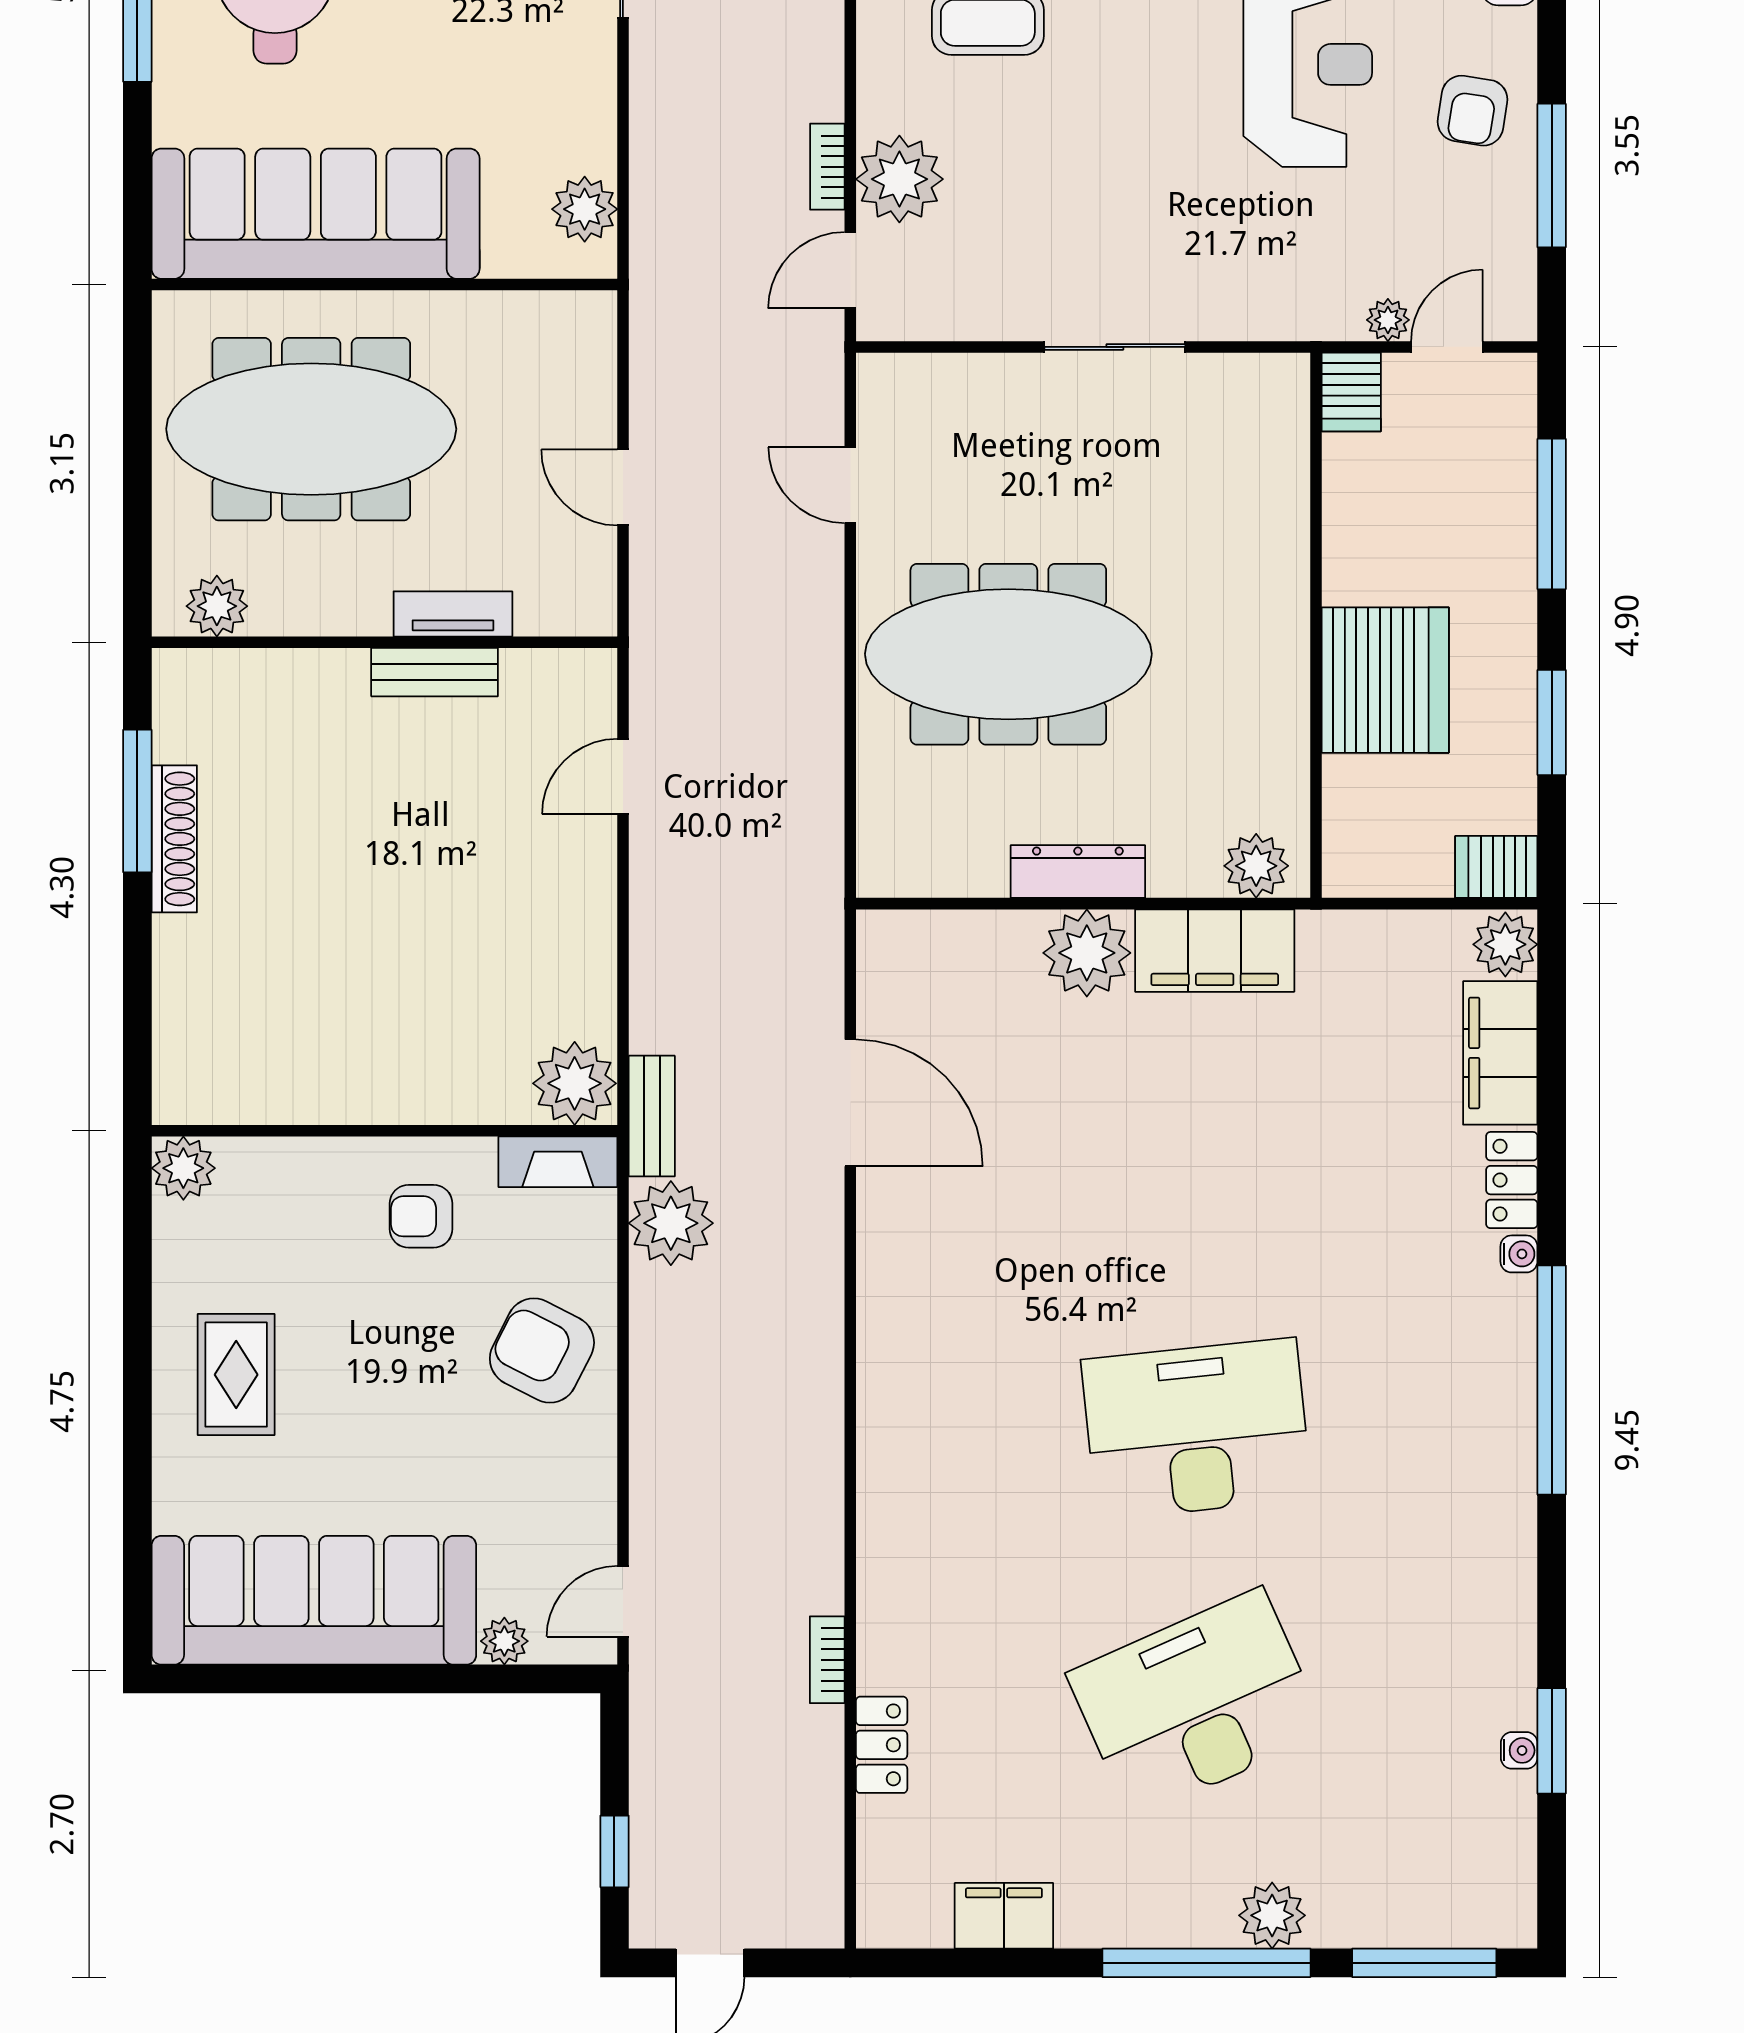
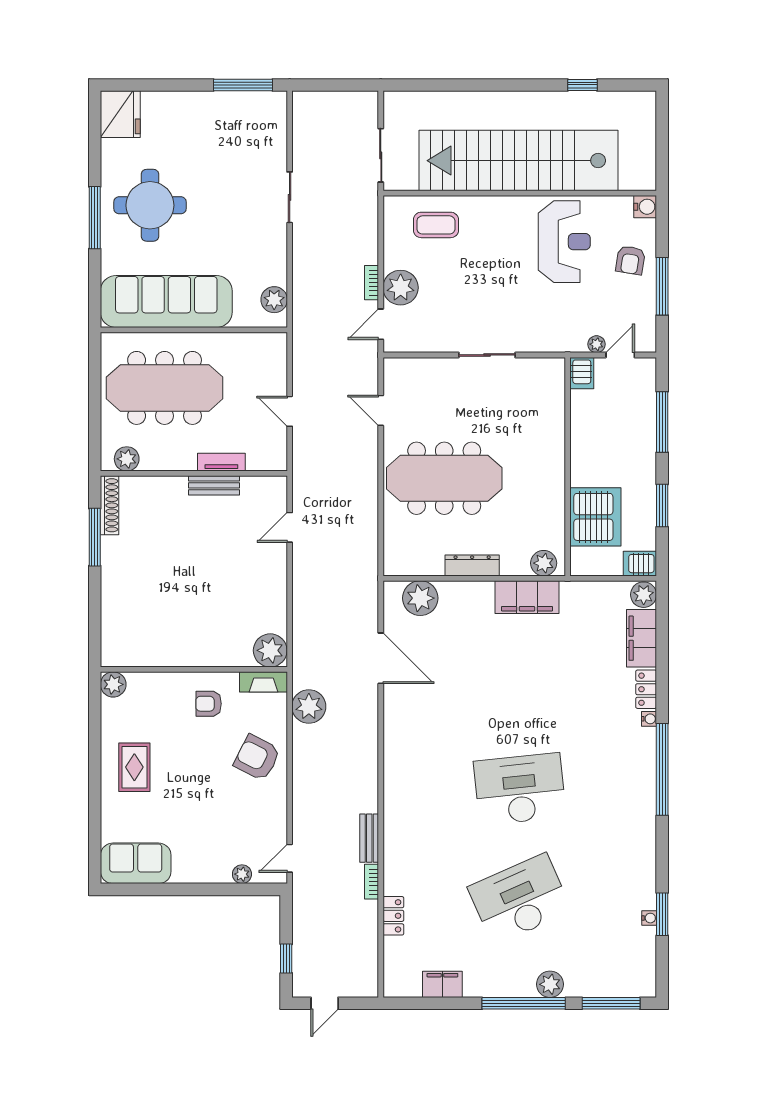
server rack: (1385, 680) -> (595, 517), moved
shoe rack: (174, 839) -> (110, 505), moved
plant: (1087, 953) -> (420, 598), moved
bench: (652, 1116) -> (369, 838), moved
sofa: (314, 1600) -> (136, 863), width x0.54, depth x0.79

